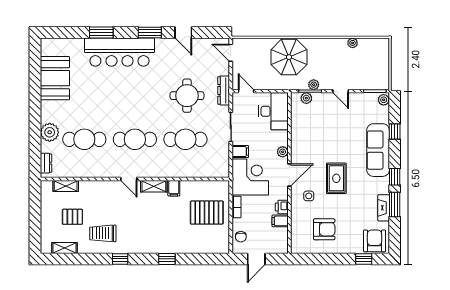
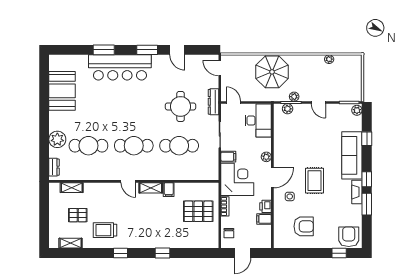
fireplace: (384, 208) -> (357, 192), moved

